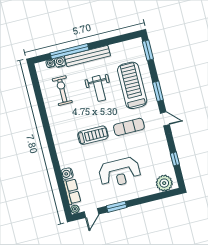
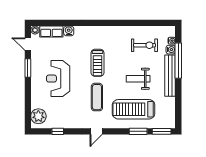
treadmill: (132, 85) -> (134, 109), turned 180
window: (158, 91) -> (138, 131), moved

